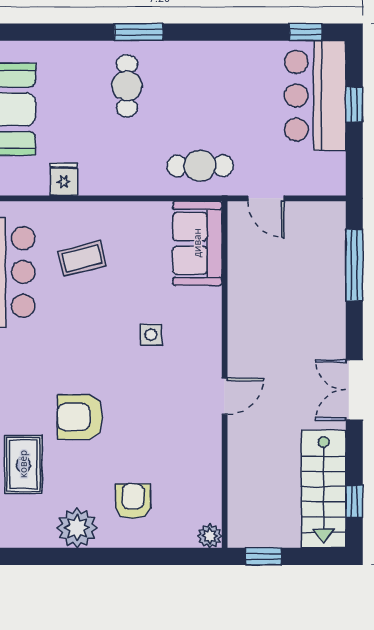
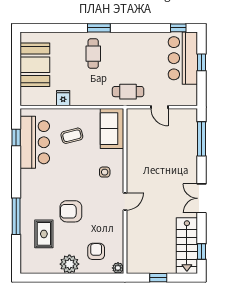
sofa: (197, 243) -> (112, 129), moved
wall: (225, 375) -> (125, 191), moved
door: (225, 396) -> (125, 201), moved
plant: (210, 536) -> (118, 268), moved

